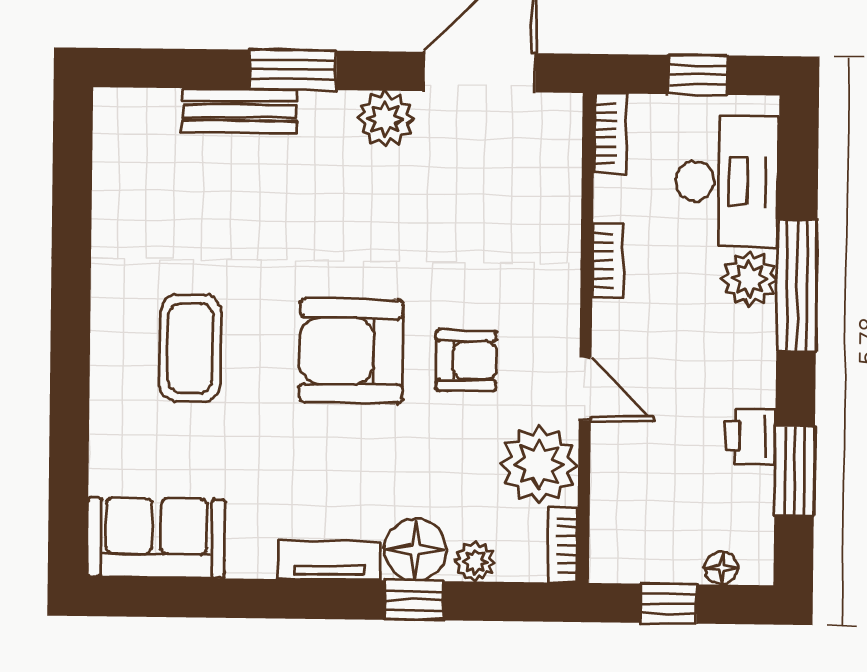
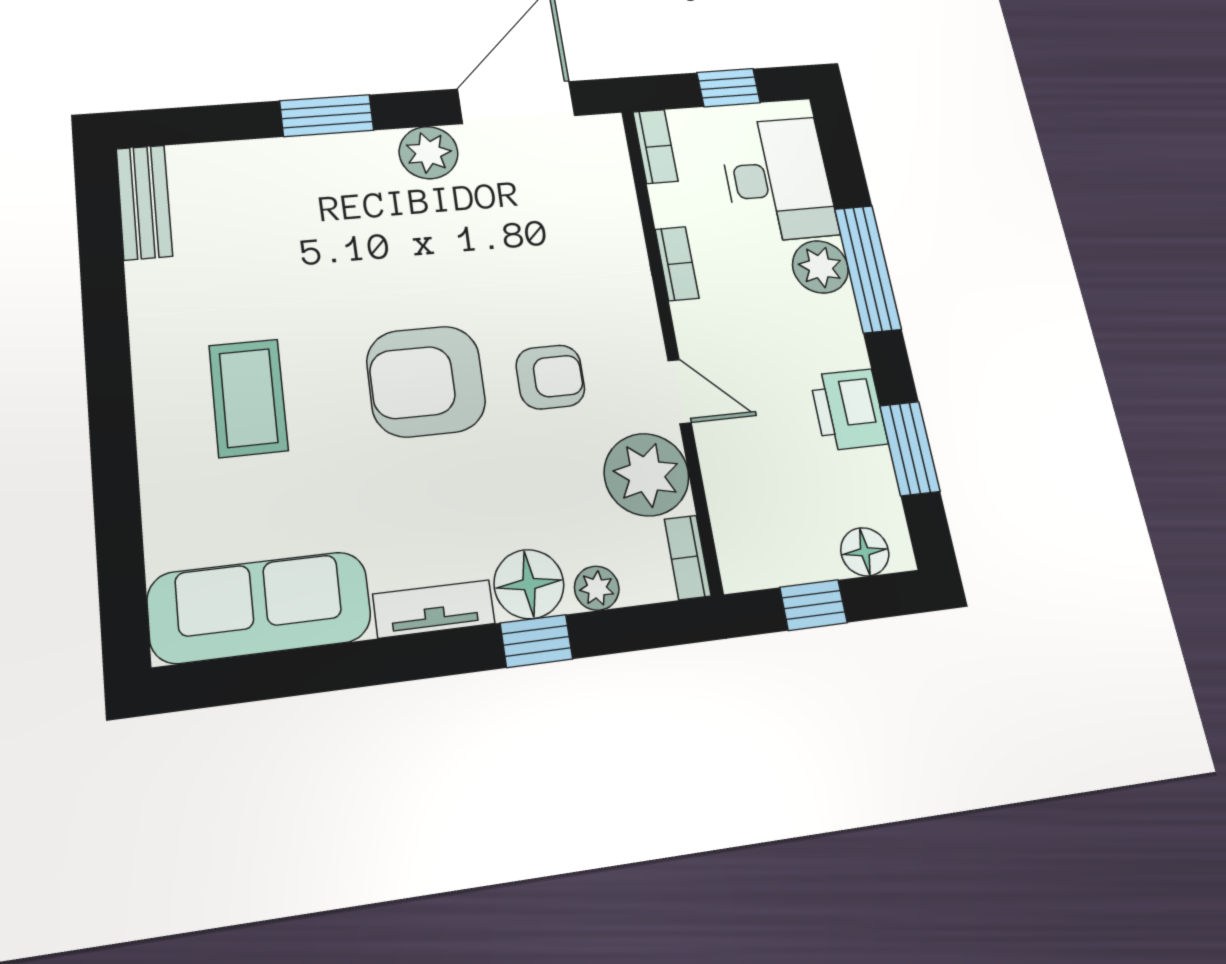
bench: (239, 111) -> (144, 202), moved, turned 90
printer: (750, 436) -> (849, 410), width x1.36, depth x1.24
sofa: (156, 538) -> (259, 607), width x1.36
floor lamp: (721, 568) -> (865, 552), width x1.37, depth x1.37

